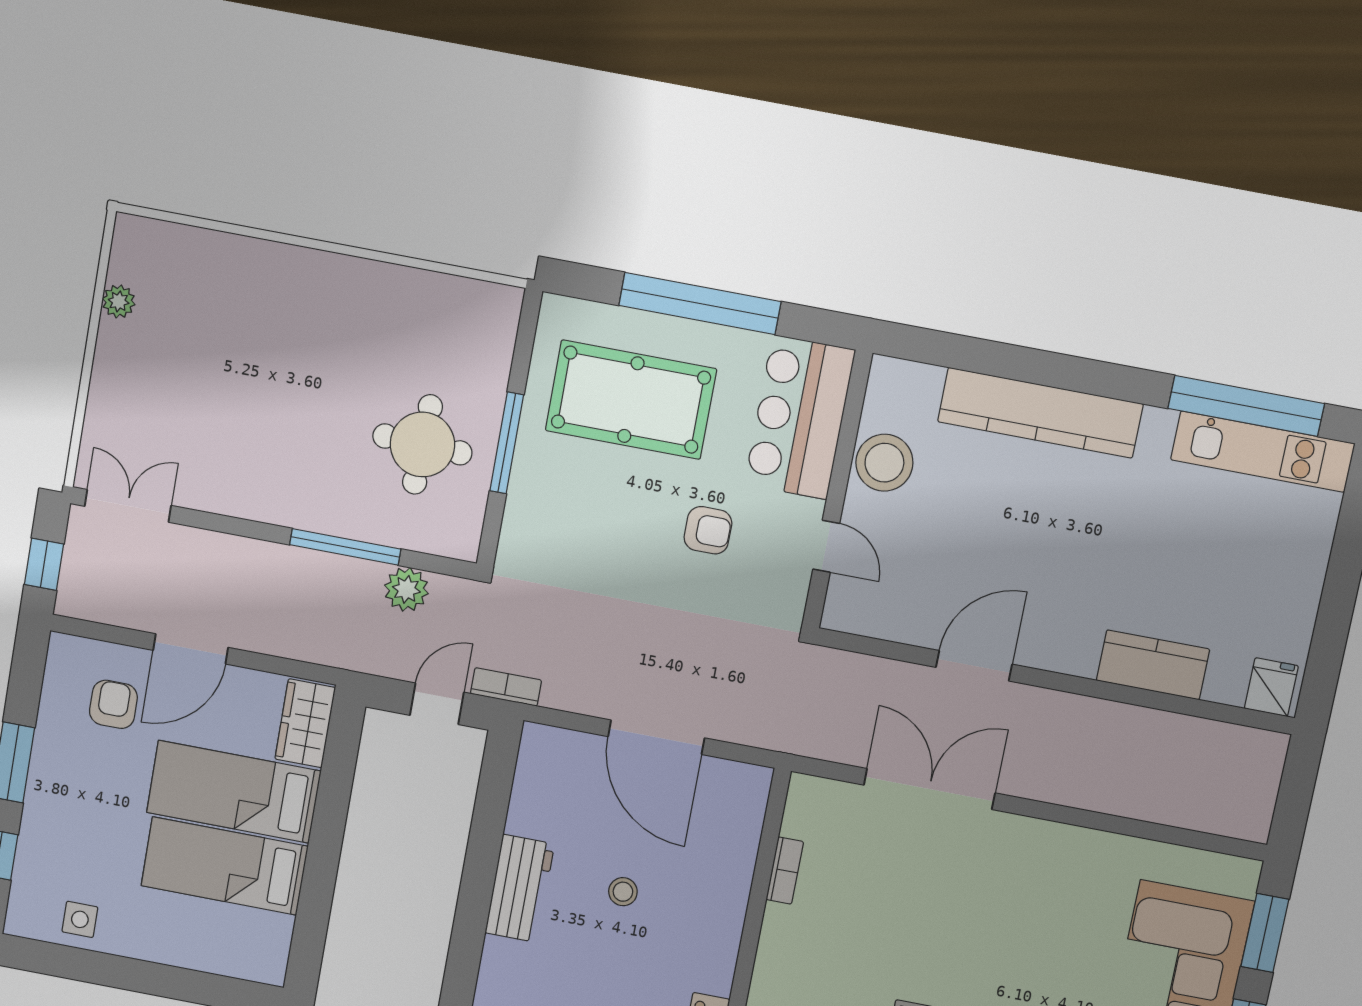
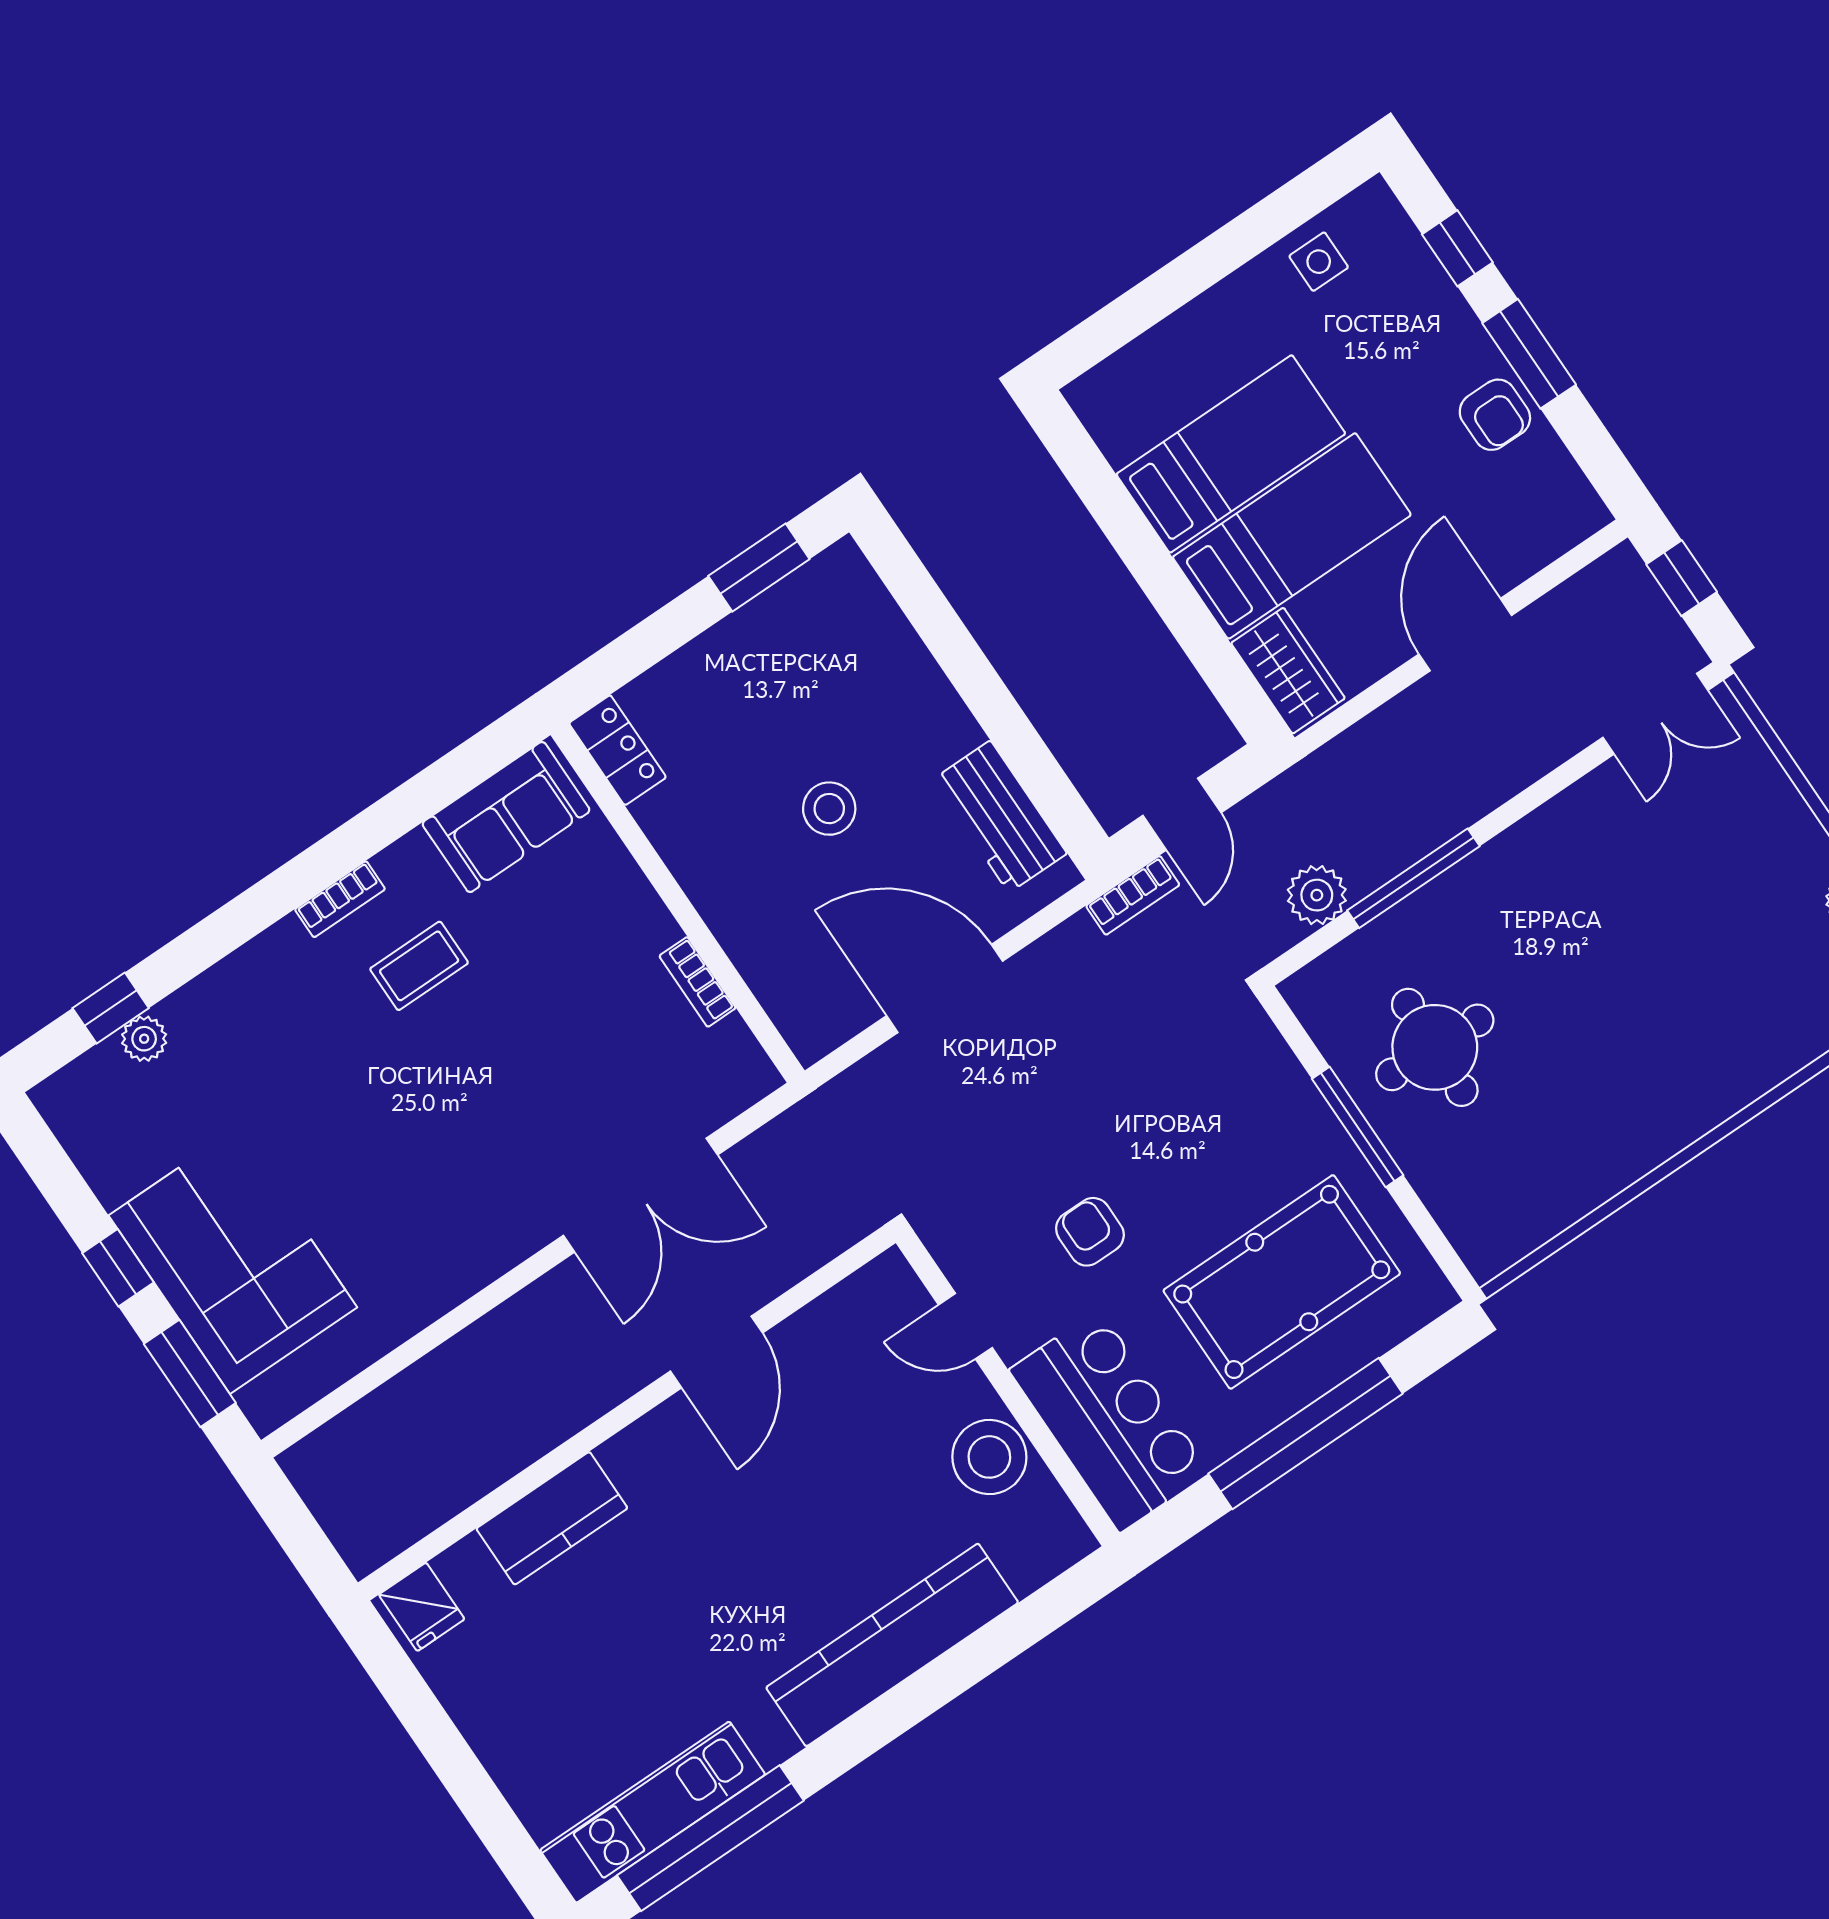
armchair: (708, 530) -> (1090, 1232), turned 90
armchair: (113, 704) -> (1495, 415), moved
workbench: (520, 888) -> (1000, 817), moved
stool: (623, 892) -> (829, 809), width x1.37, depth x1.37

